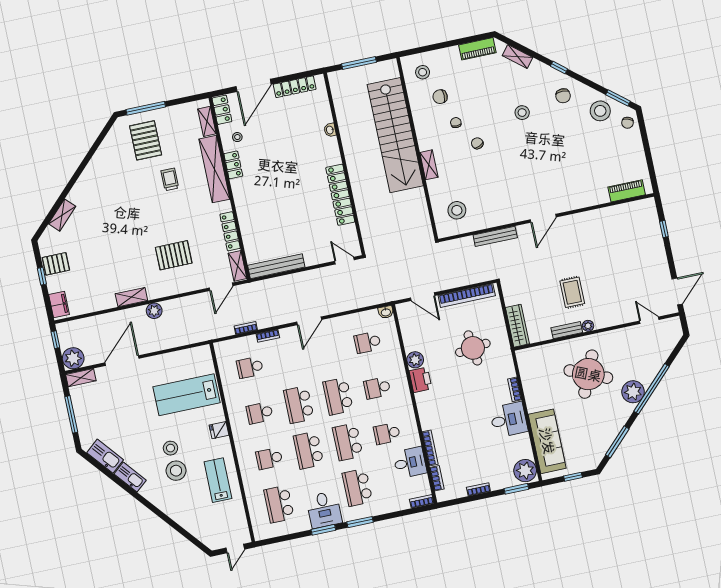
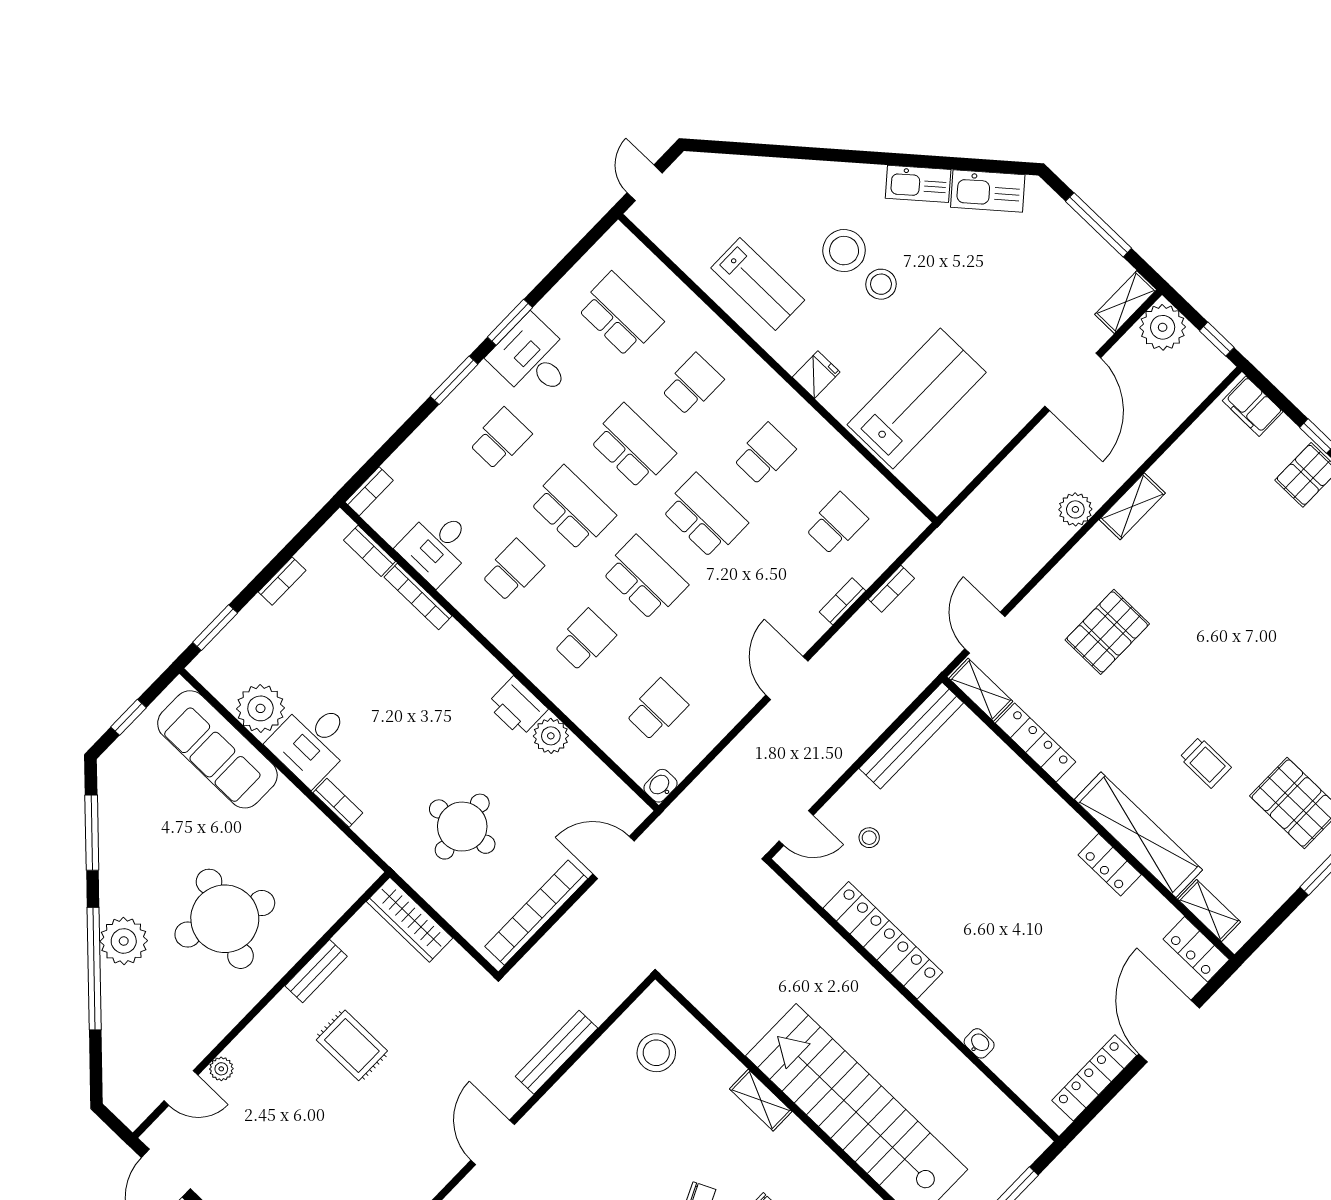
stool: (237, 137) -> (869, 838), moved
plant: (588, 326) -> (221, 1069), moved
plant: (525, 471) -> (260, 708), moved
school desk: (357, 487) -> (500, 439), width x0.54

